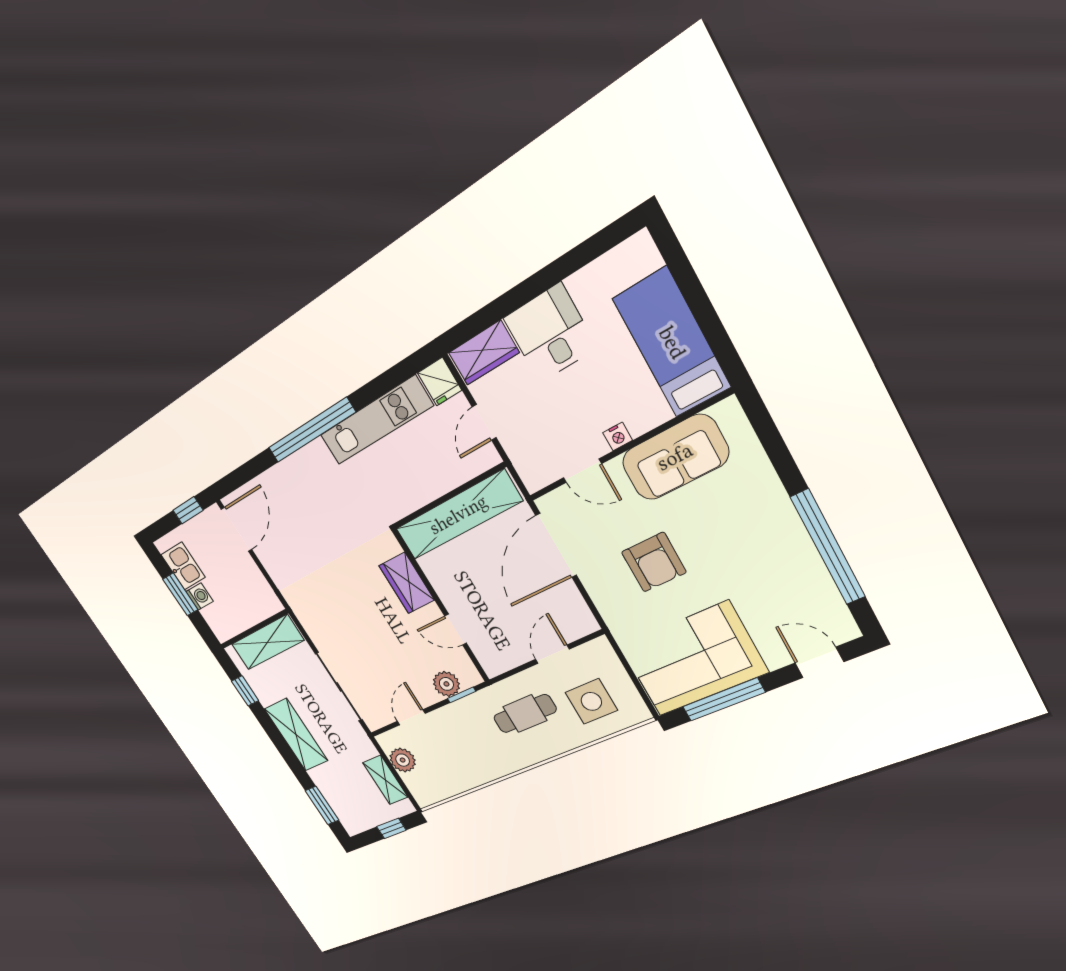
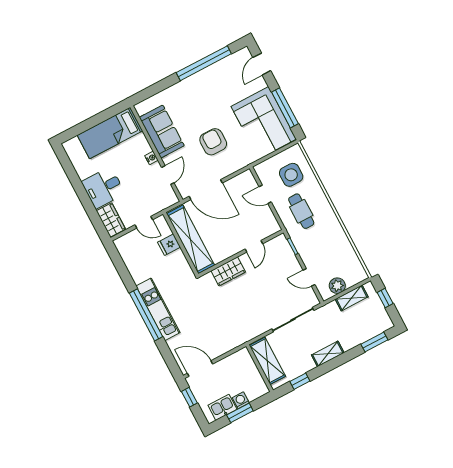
fridge: (440, 382) -> (169, 245), moved, turned 180
kitchen unit: (376, 421) -> (158, 309), moved
armchair: (654, 562) -> (213, 142), turned -90
plant: (446, 684) -> (286, 254), removed
shelving: (296, 735) -> (328, 354), width x0.67, depth x0.75

